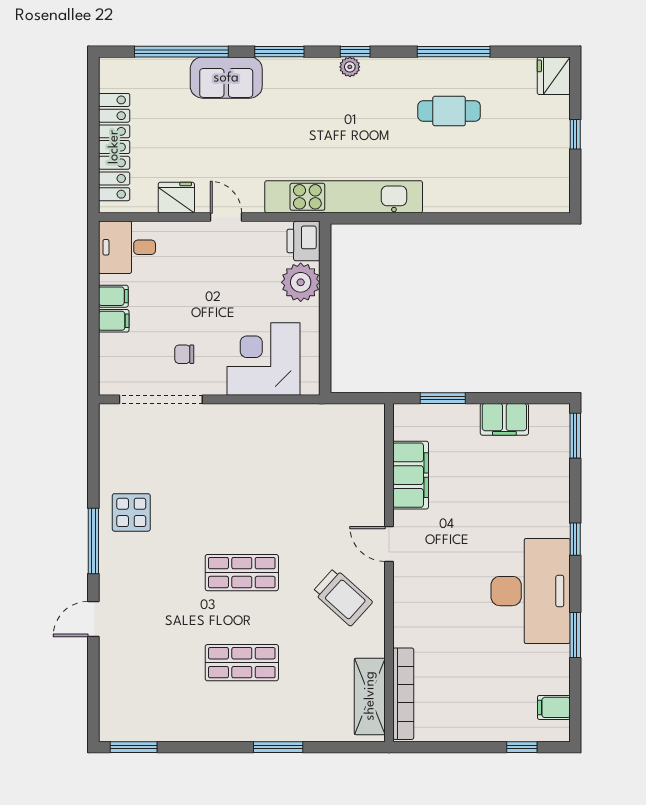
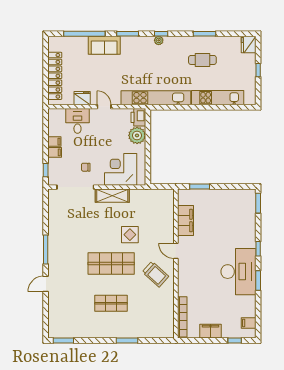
window: (454, 52) -> (204, 34), width x0.69
kitchen unit: (483, 196) -> (218, 98), added
desk: (127, 247) -> (77, 121), moved, turned 90
window: (93, 361) -> (46, 170), added
filing cabinet: (504, 419) -> (210, 331), moved, turned 180
display table: (131, 512) -> (130, 235), moved
shop shelf: (242, 573) -> (111, 263), width x1.43, depth x1.36
window: (575, 635) -> (258, 280), moved
shelving: (370, 696) -> (112, 196), moved, turned 90

